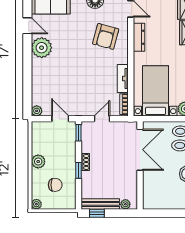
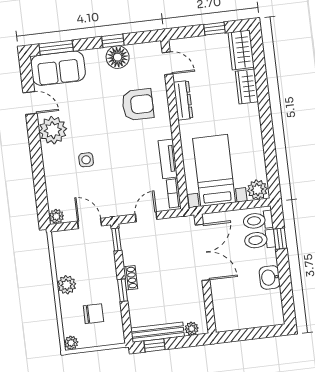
armchair: (106, 36) -> (138, 105), turned -105
side table: (63, 72) -> (86, 160), added

